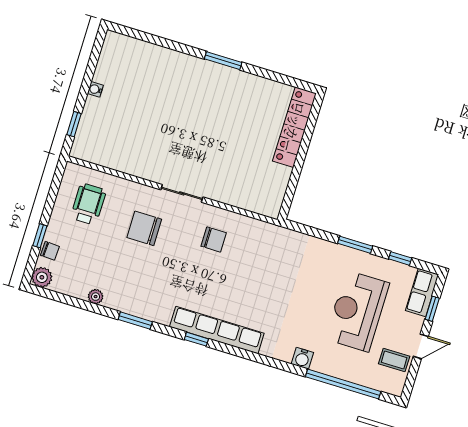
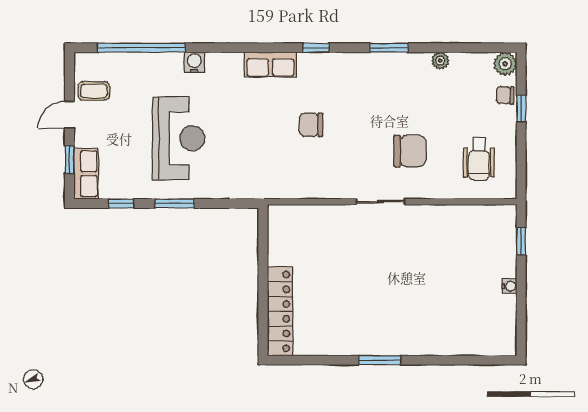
chair: (214, 239) -> (311, 125), moved
reception desk: (357, 311) -> (179, 138), moved
row of seats: (217, 330) -> (270, 65), width x0.50

